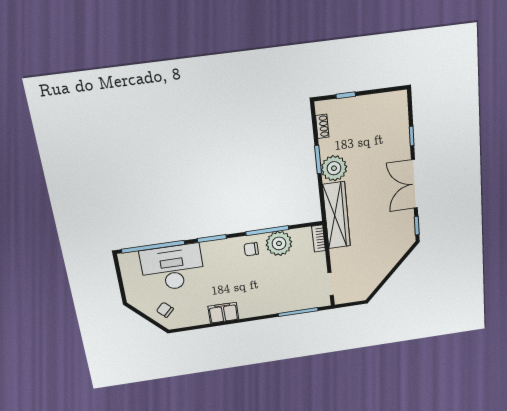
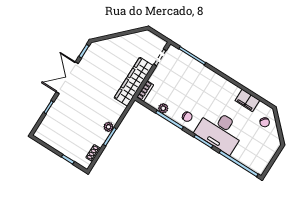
plant: (334, 168) -> (109, 127), width x0.53, depth x0.53
double door: (414, 184) -> (67, 78), swing flipped
wardrobe: (337, 215) -> (134, 82), moved
plant: (279, 243) -> (163, 108), width x0.53, depth x0.53
desk: (172, 268) -> (220, 131), moved
filing cabinet: (223, 313) -> (247, 100), moved

